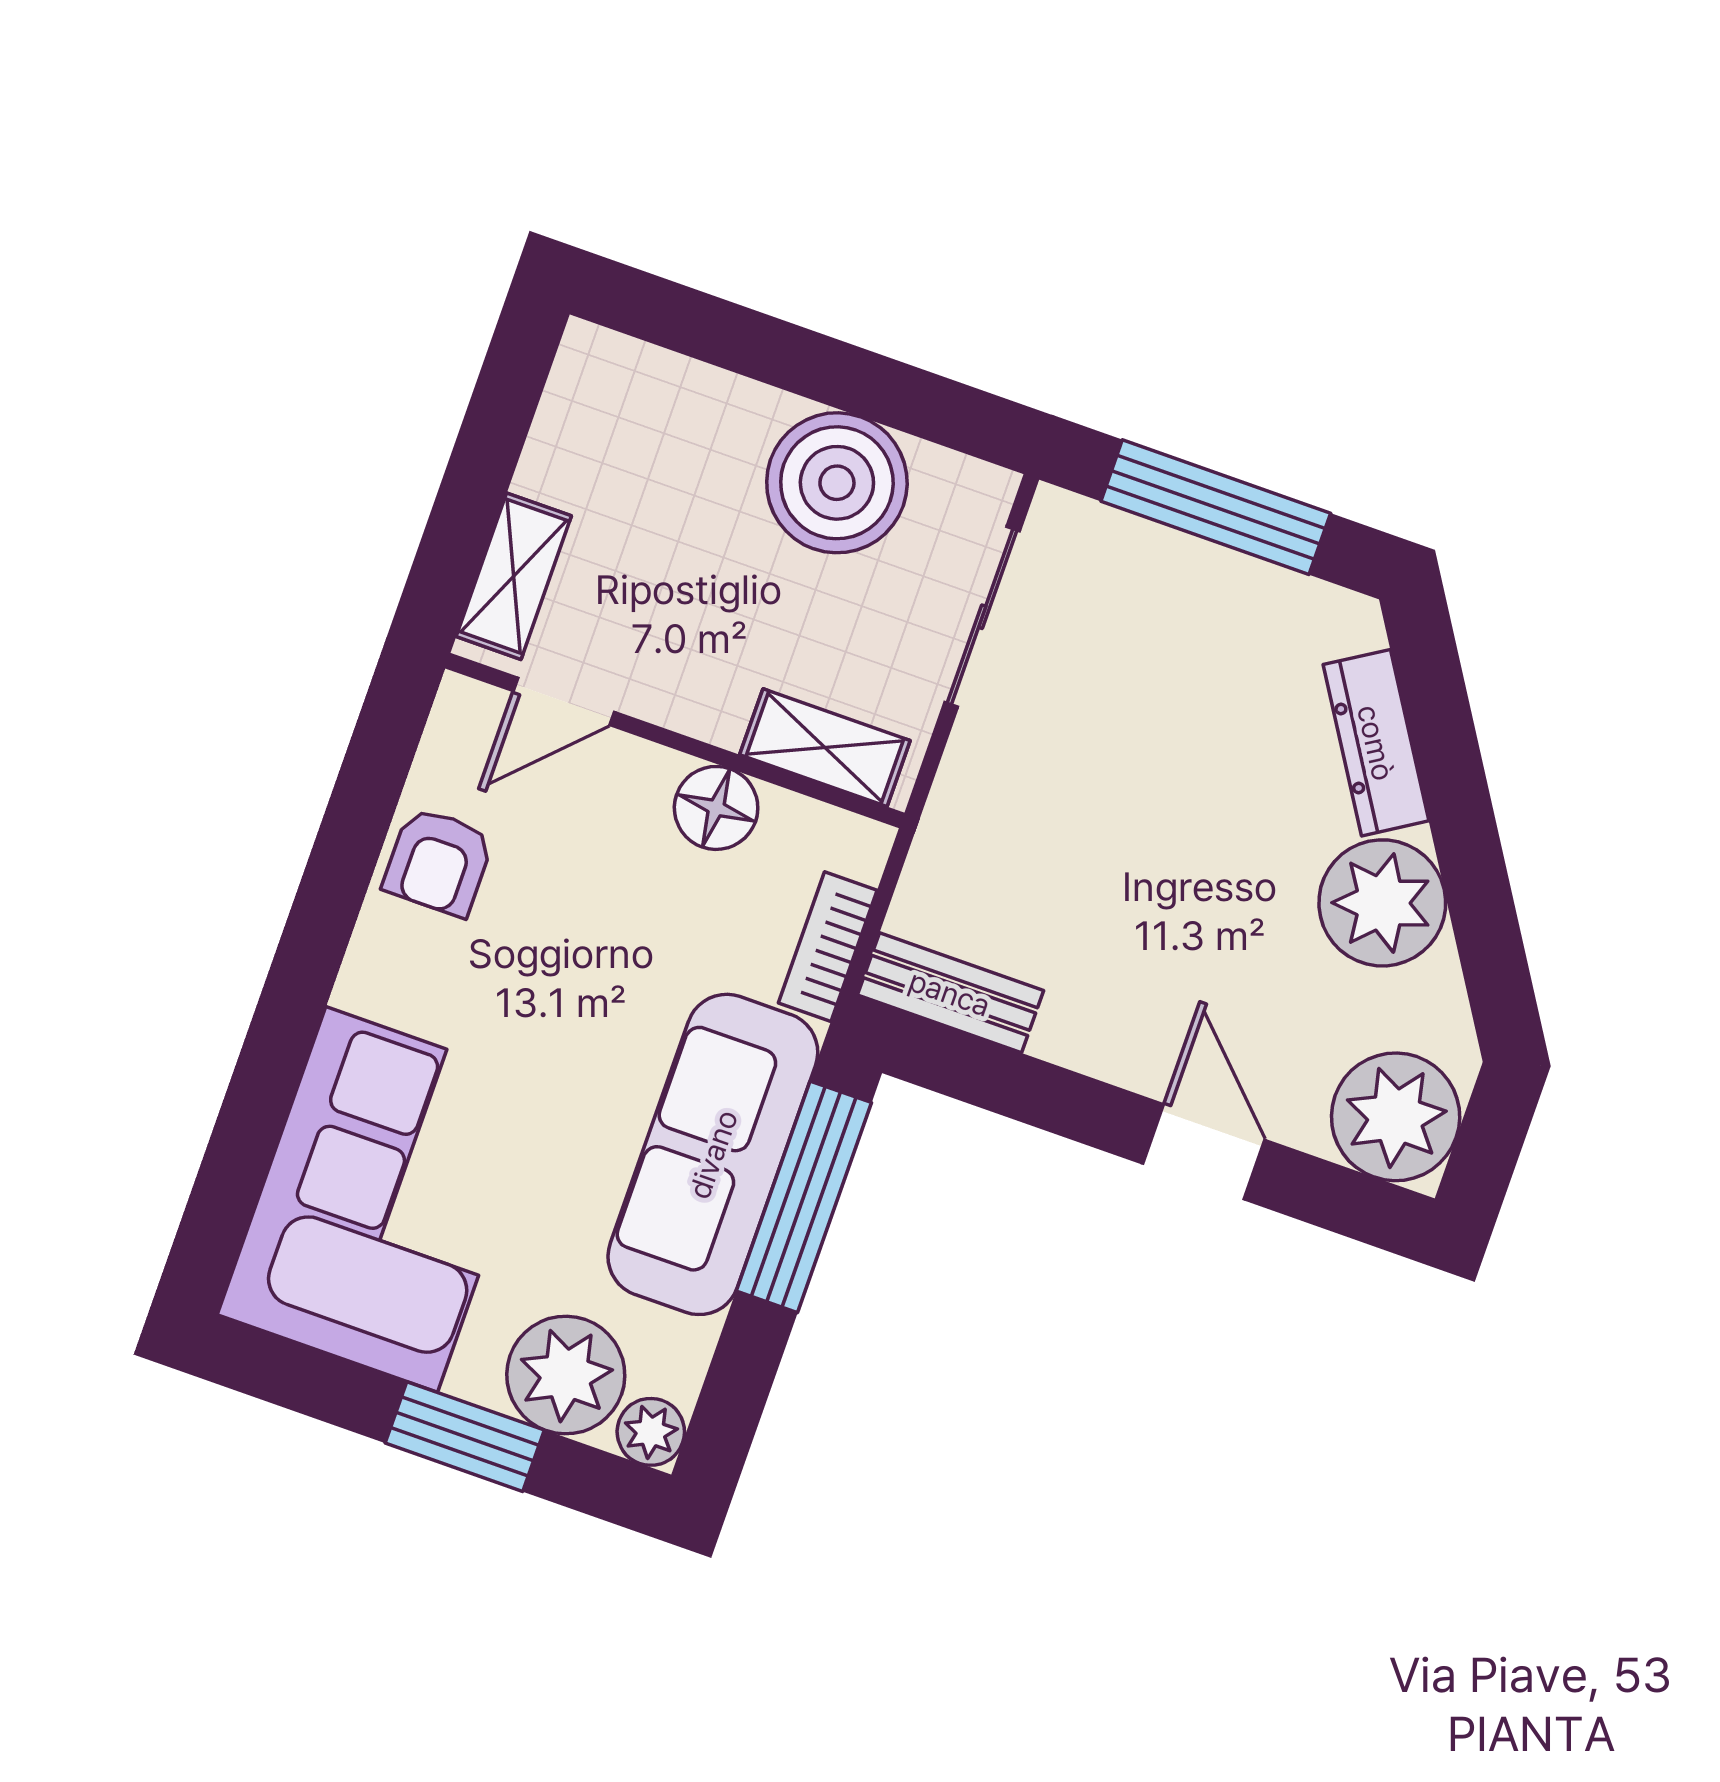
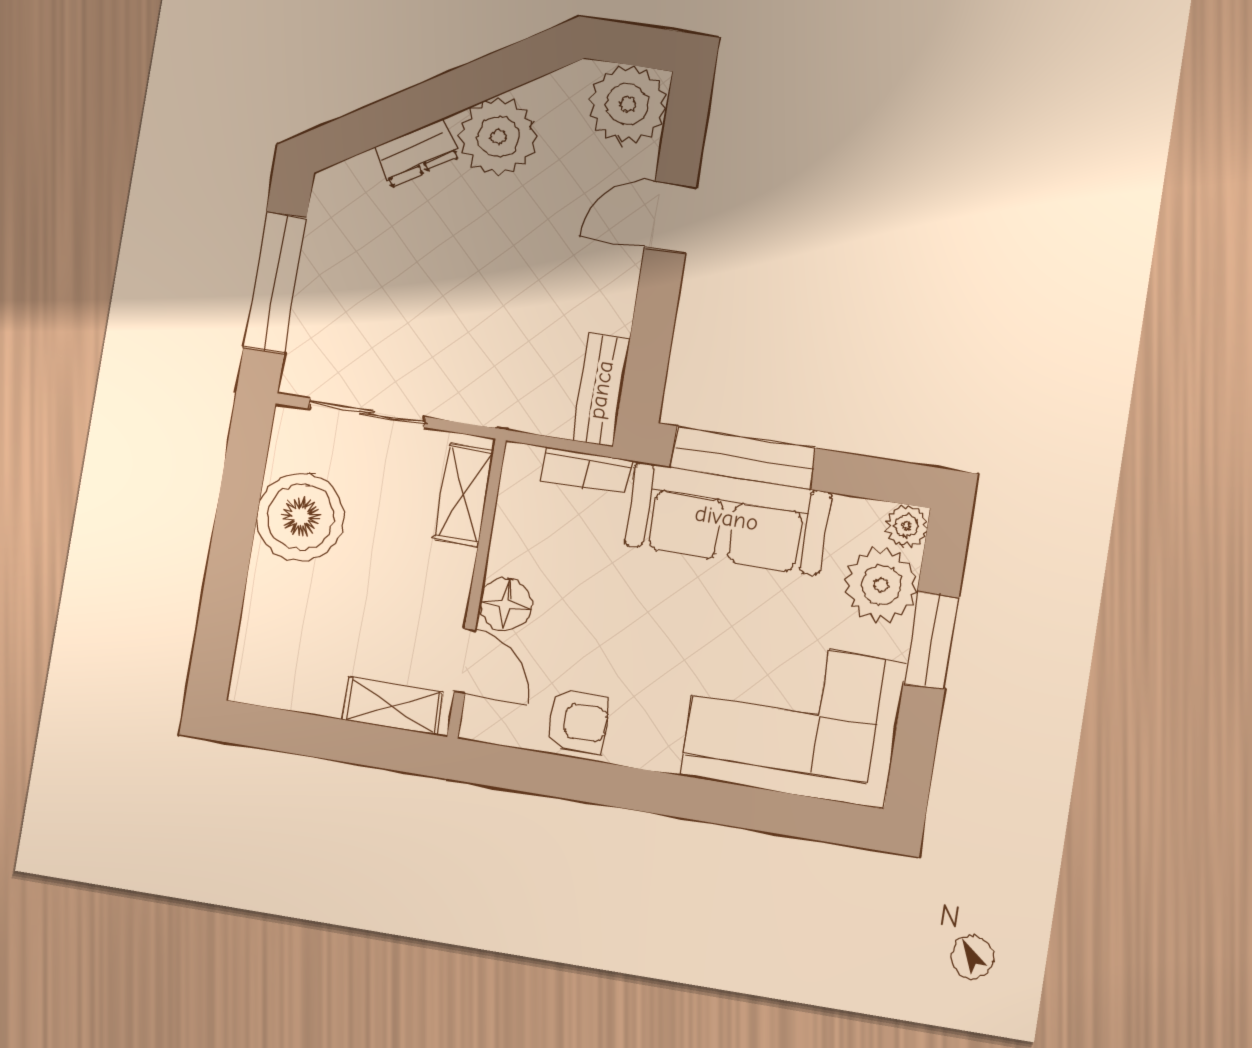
dresser: (1376, 743) -> (417, 152), width x0.70
floor lamp: (716, 808) -> (506, 604), moved

